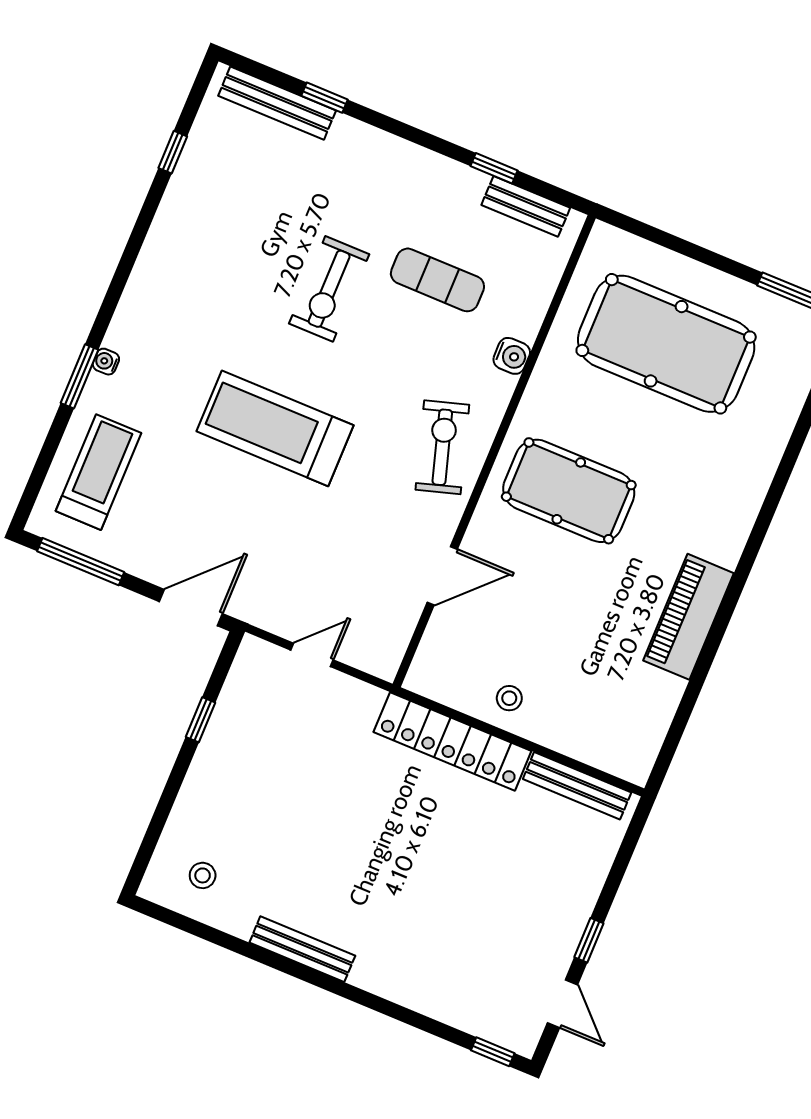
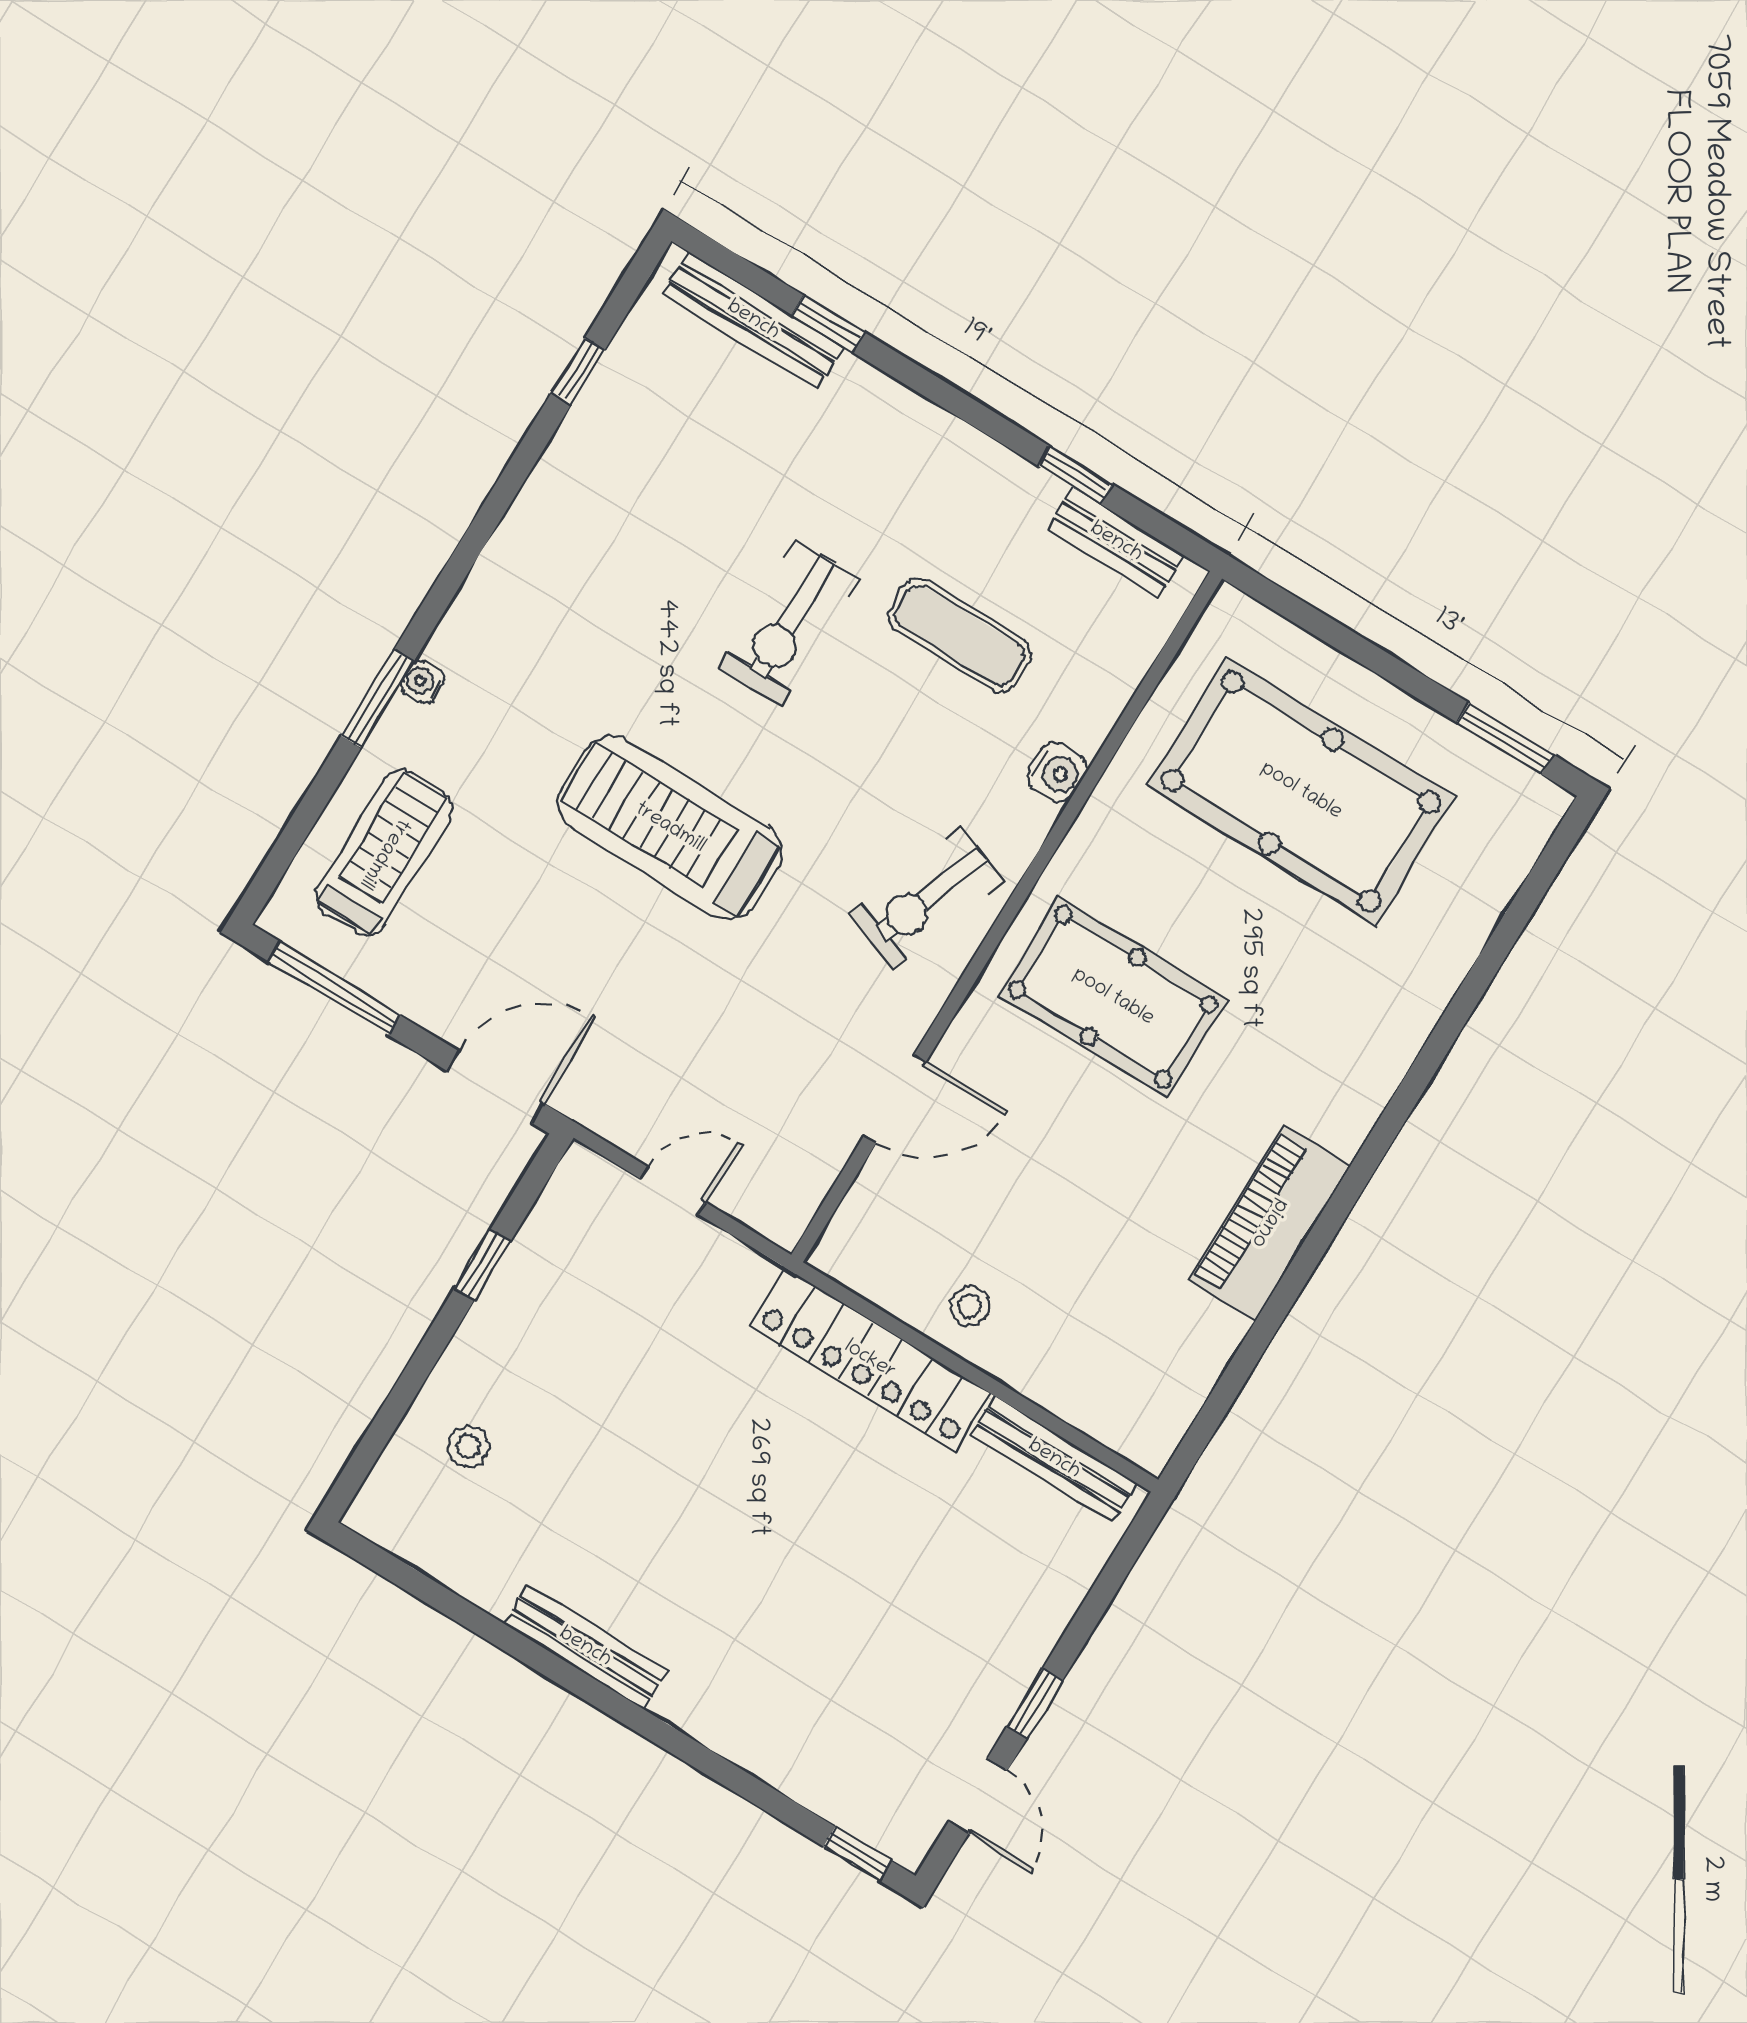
exercise bike: (442, 447) -> (927, 898), turned -143
stool: (203, 875) -> (468, 1446), moved

